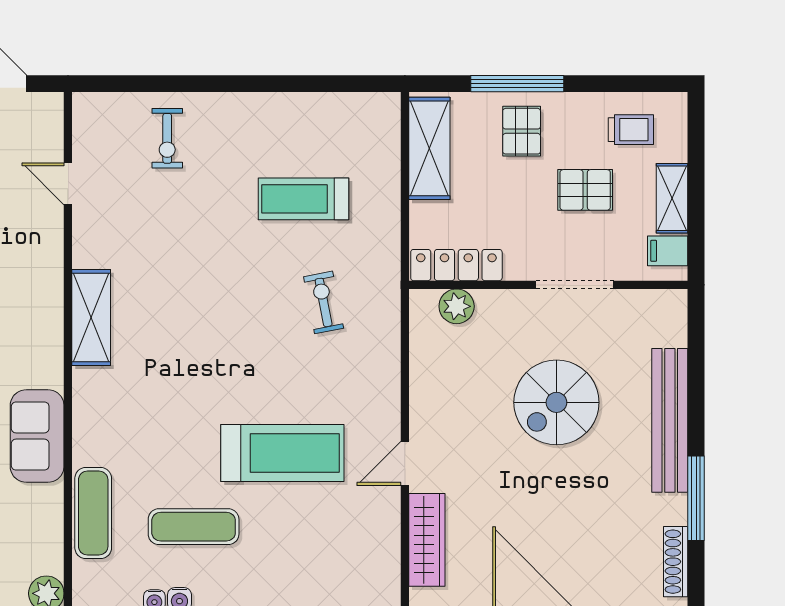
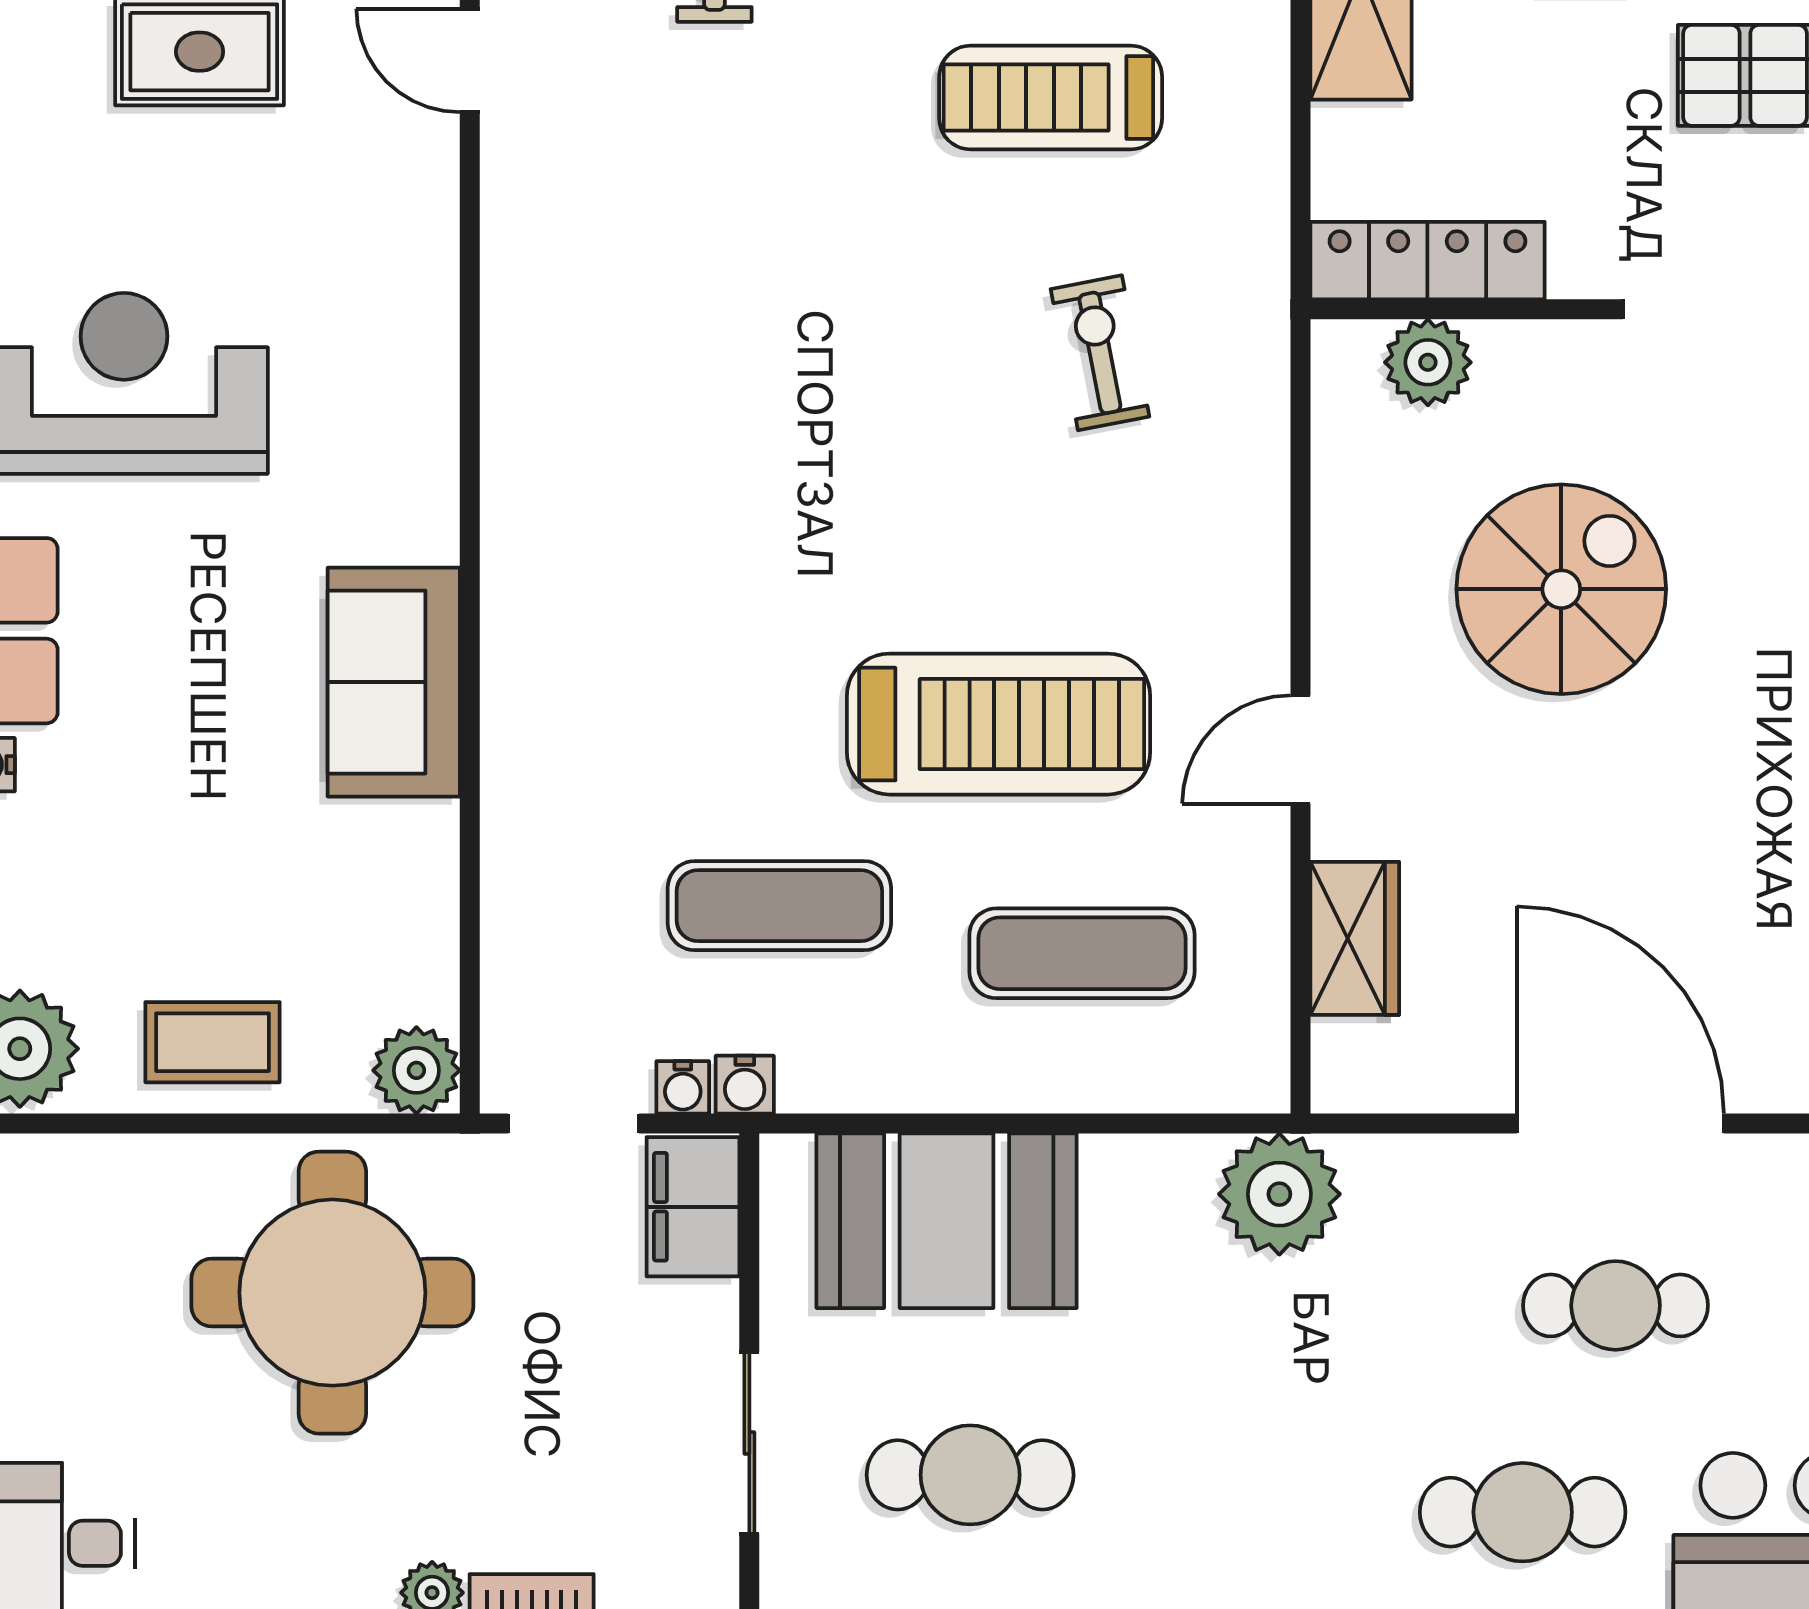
shelving: (91, 318) -> (527, 390), removed
spiral stairs: (556, 402) -> (1561, 589), moved, turned 180
exercise mat: (93, 513) -> (1082, 953), moved, turned 90
wardrobe: (427, 540) -> (1355, 938), width x0.67

